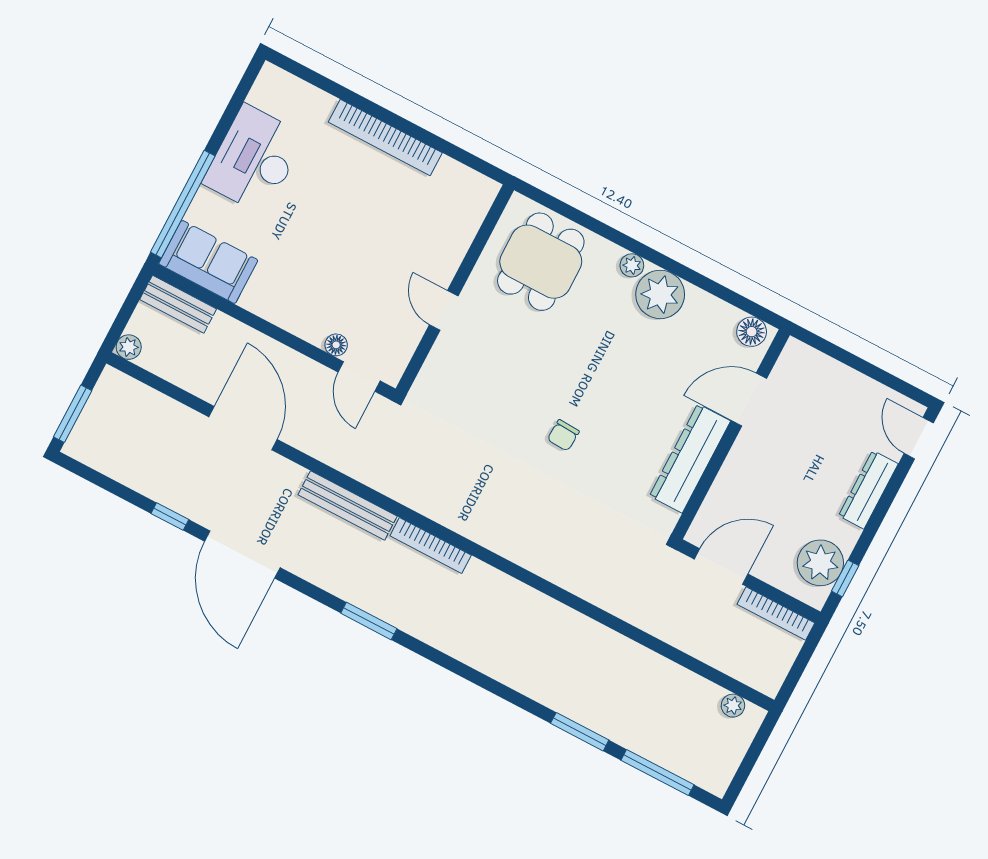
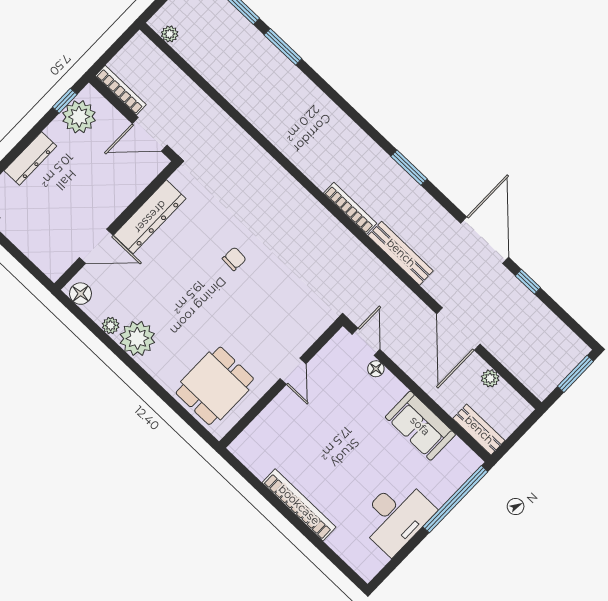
sofa: (208, 262) -> (420, 426), moved
plant: (632, 265) -> (111, 326), moved
plant: (129, 347) -> (490, 378), moved

